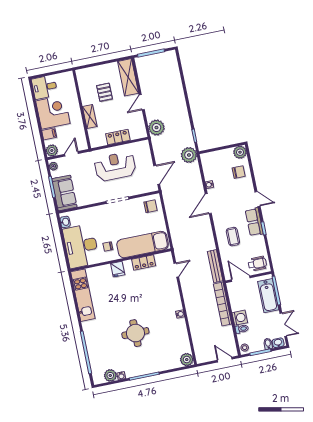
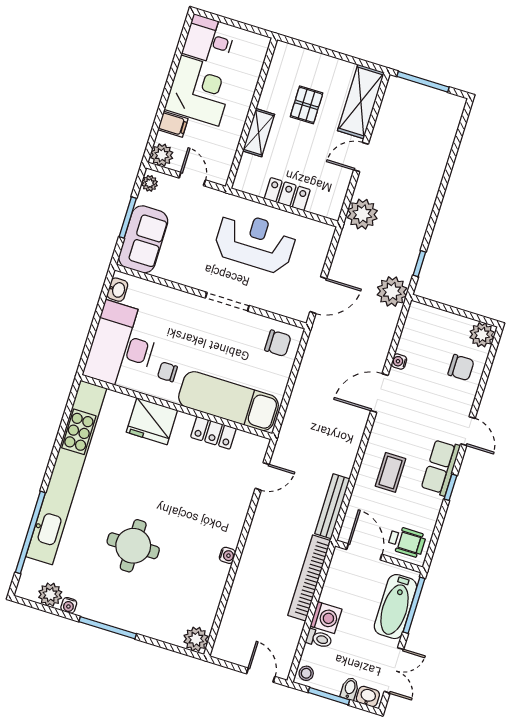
door: (71, 154) -> (192, 179), hinge flipped
fridge: (118, 269) -> (152, 421), width x1.88, depth x1.34
kitchen unit: (83, 295) -> (66, 472), width x1.86

